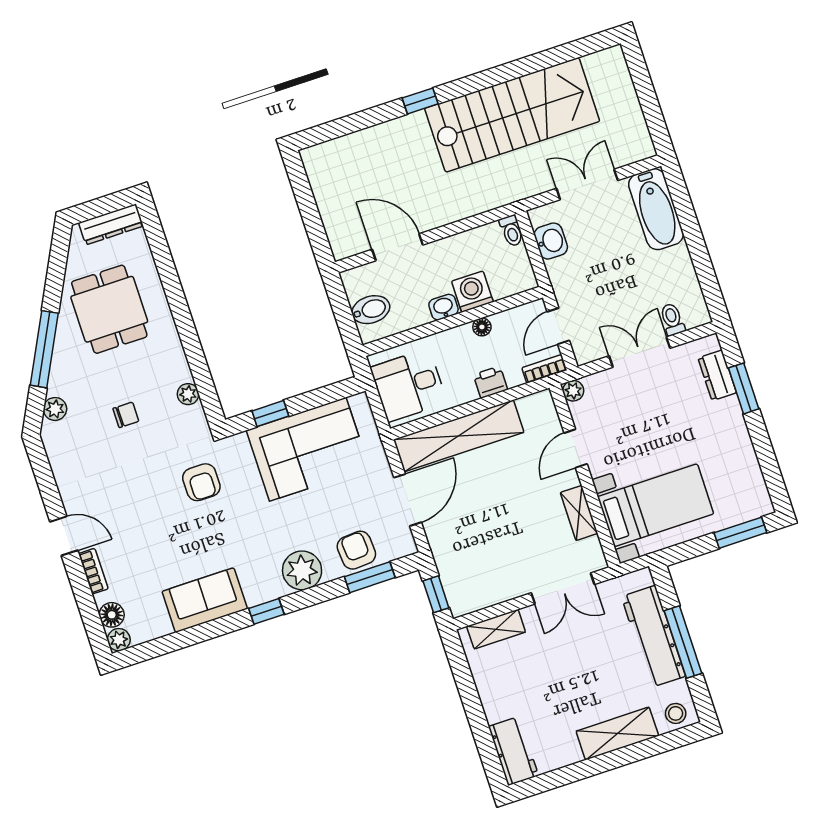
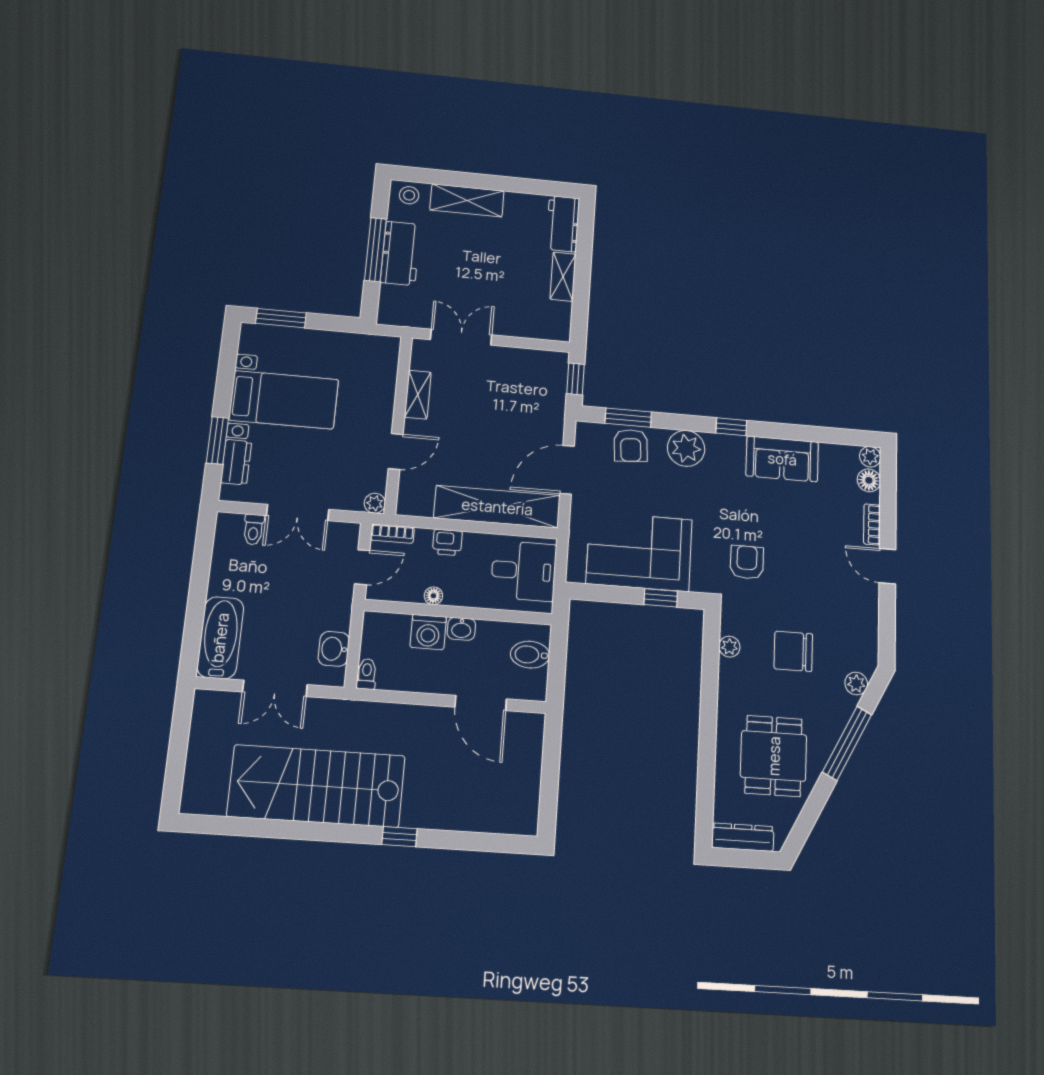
chair: (126, 415) -> (793, 651), width x1.87, depth x1.87
bed with nightstands: (656, 505) -> (284, 400), moved, turned 180
shelving: (496, 629) -> (563, 277), moved, turned 90
workbench: (653, 636) -> (400, 253), width x0.73

